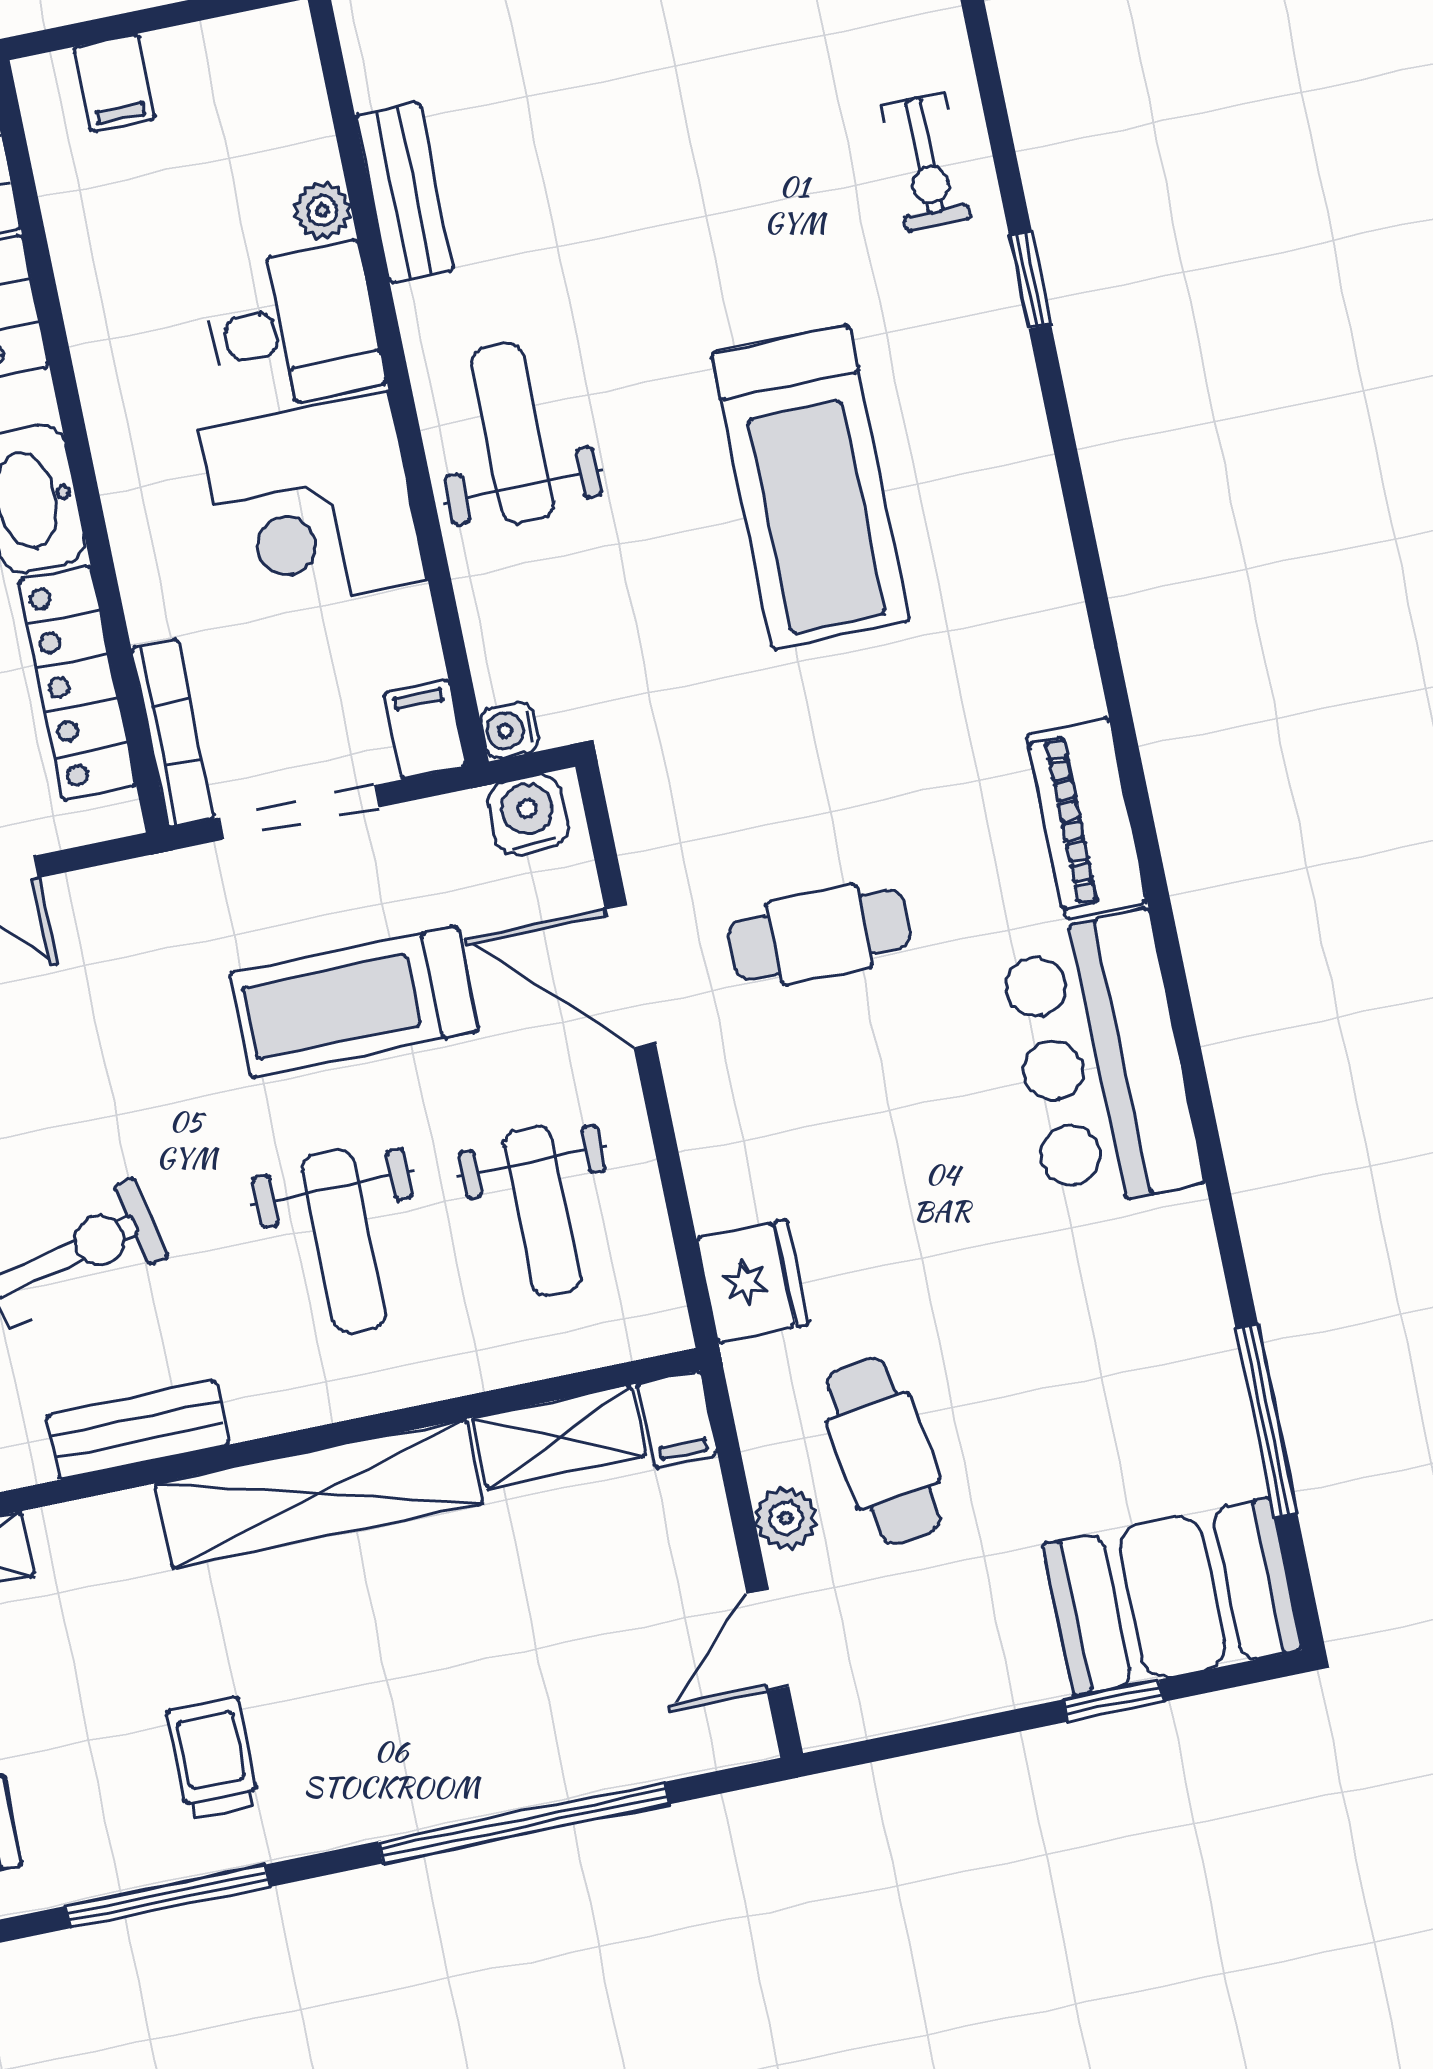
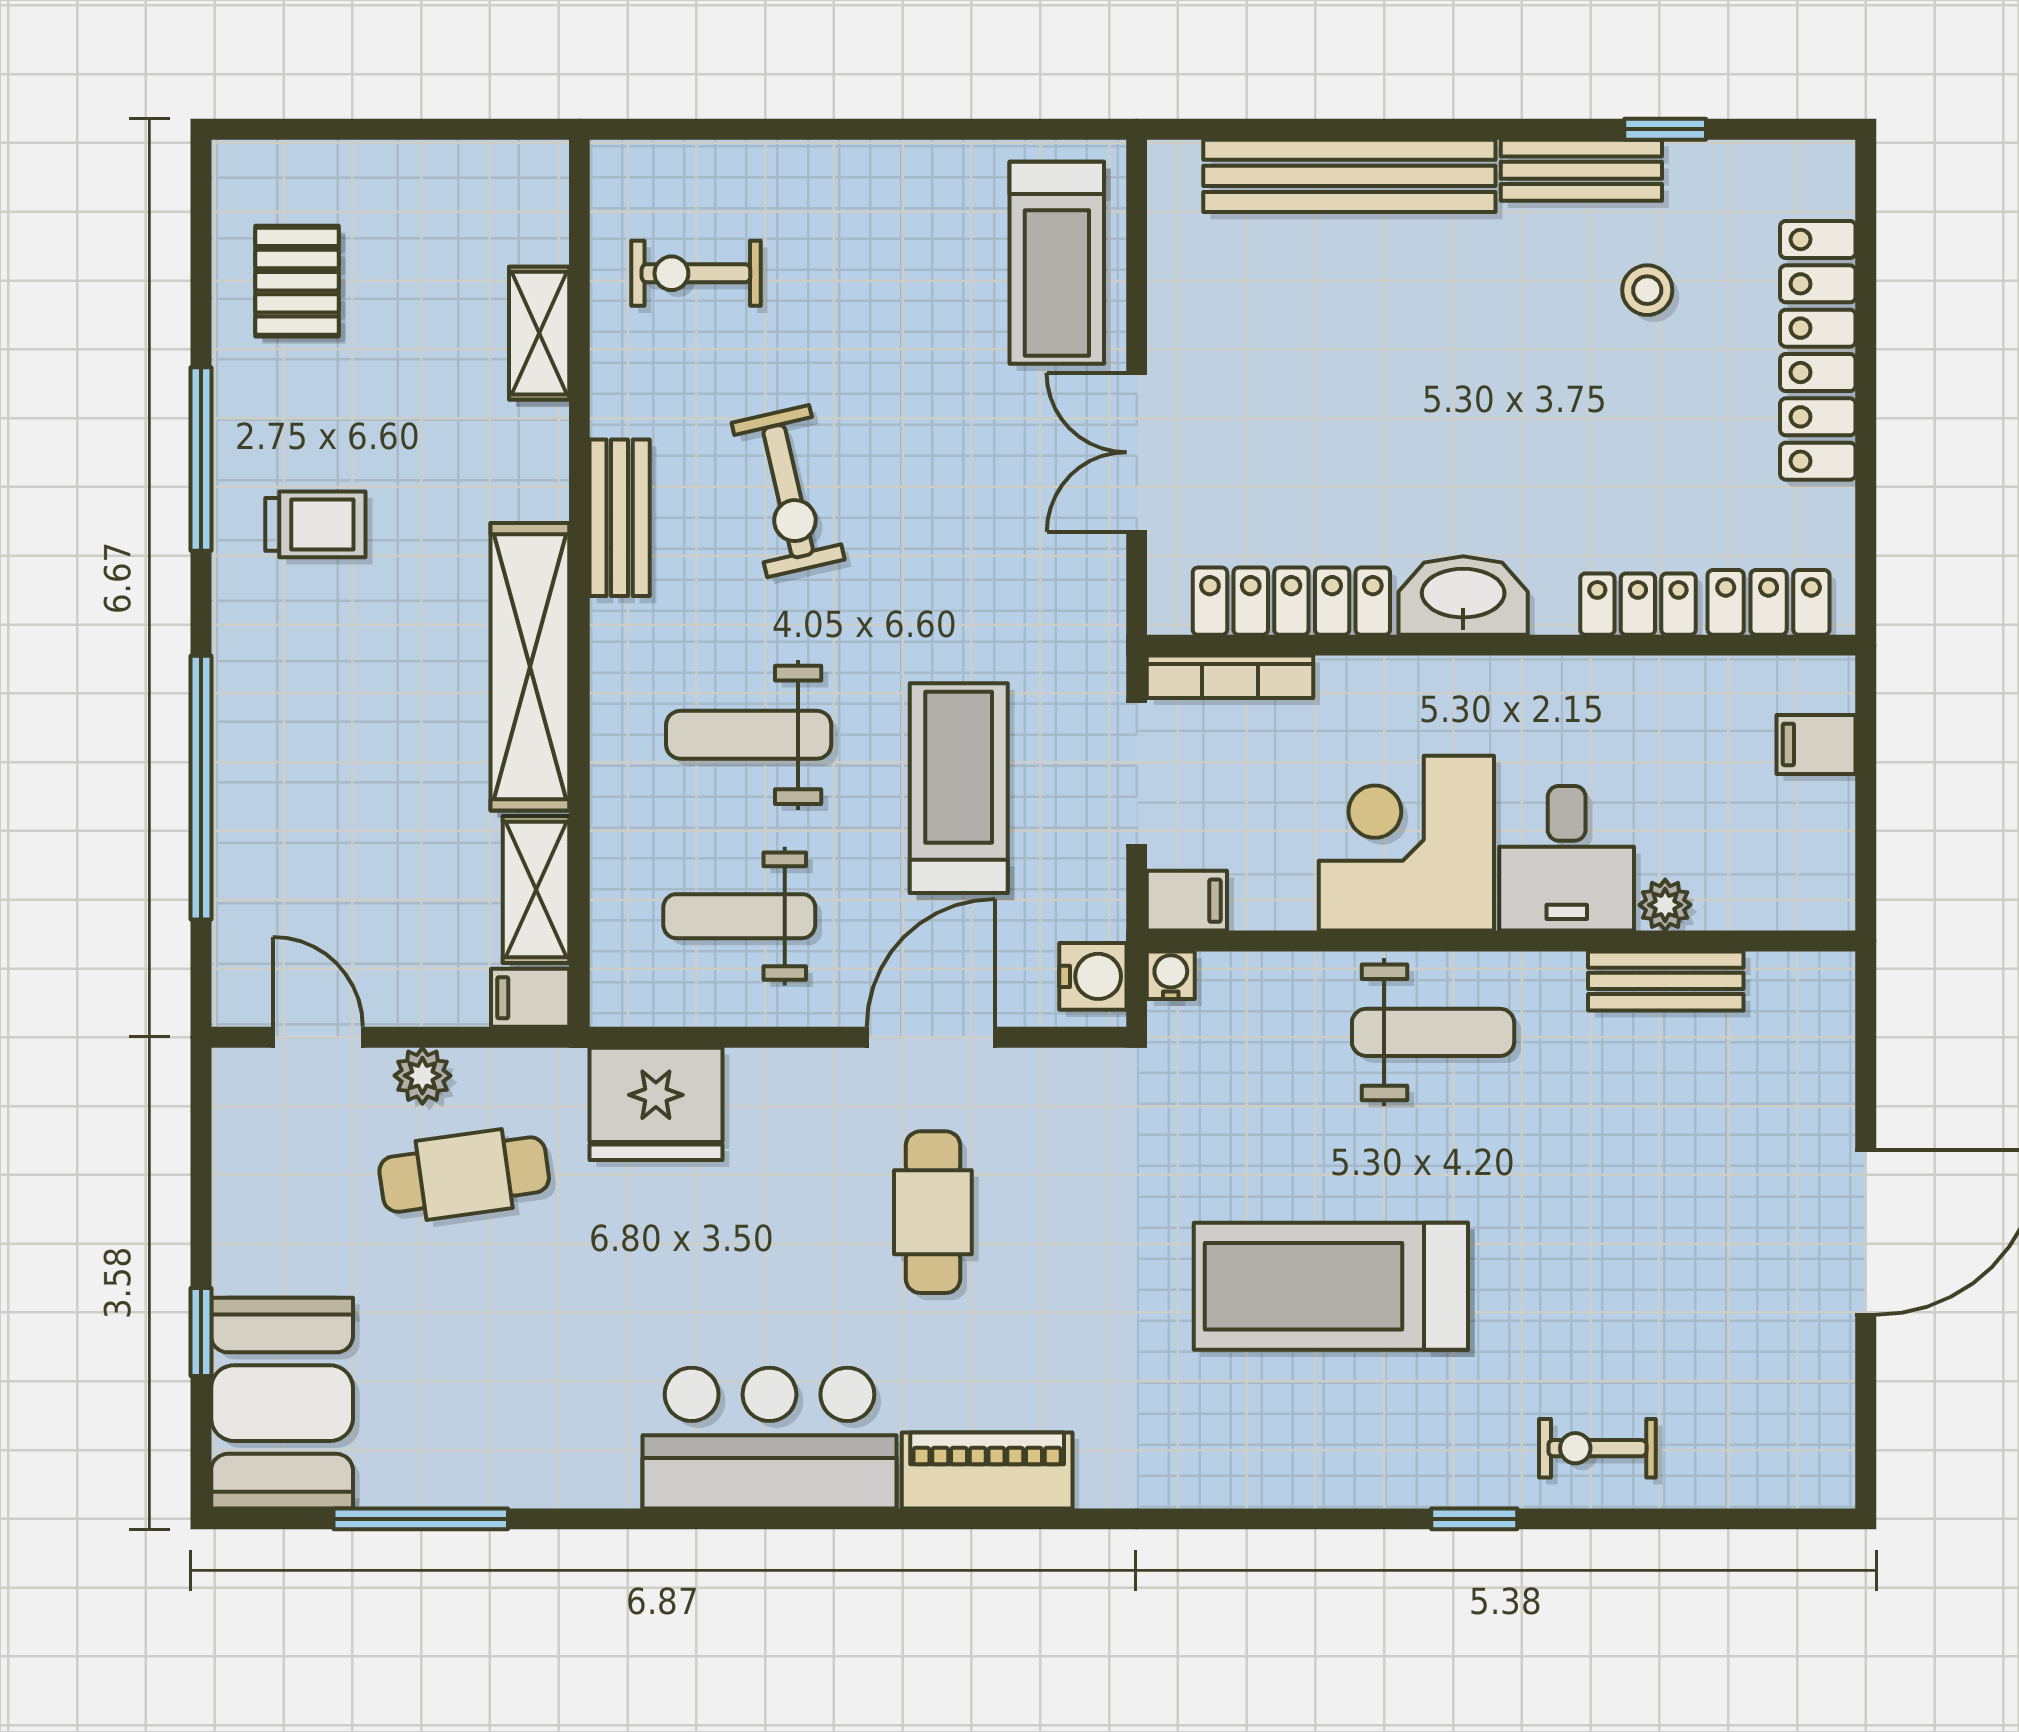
fridge: (753, 1281) -> (656, 1104), width x1.36, depth x1.34

